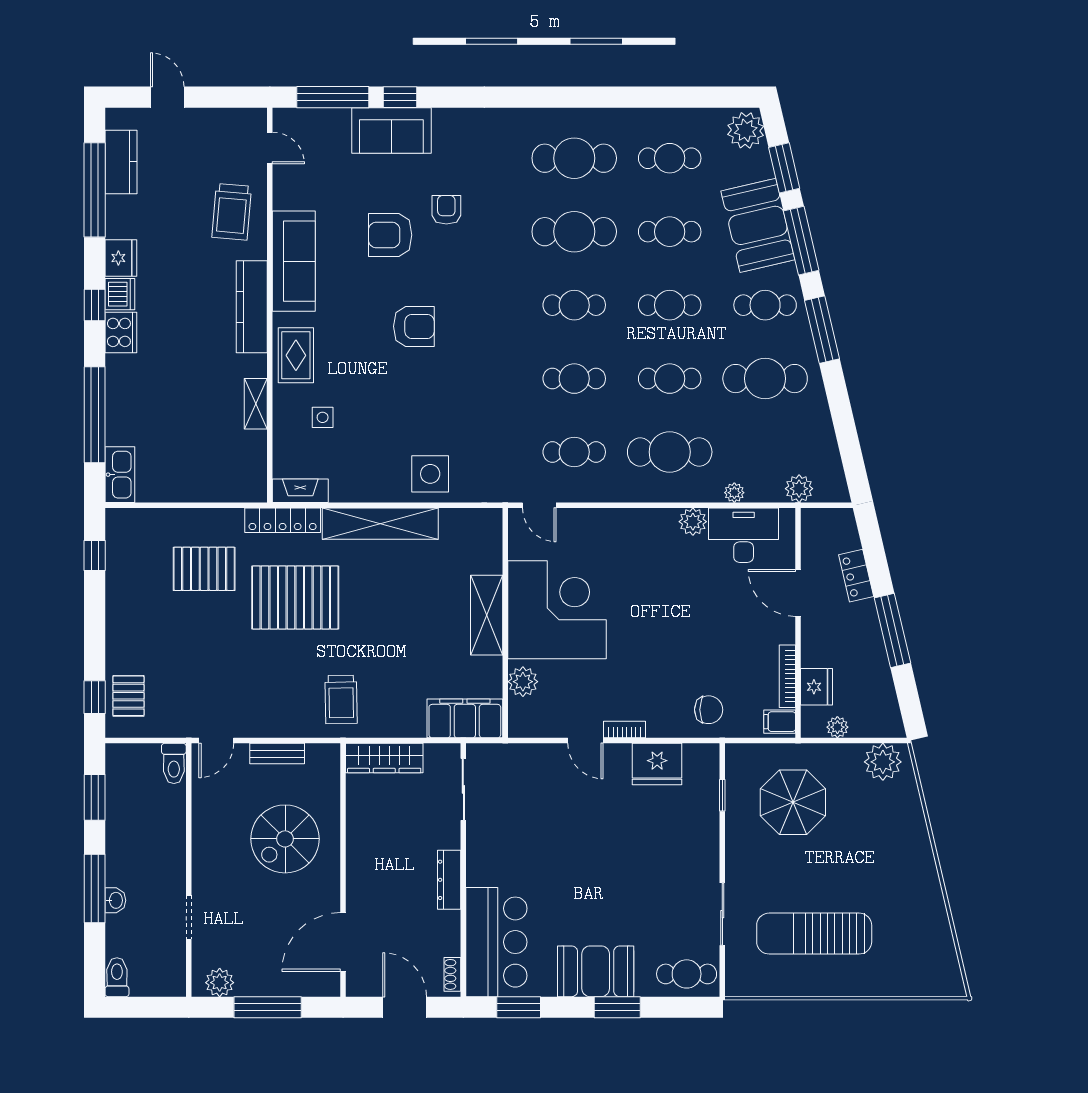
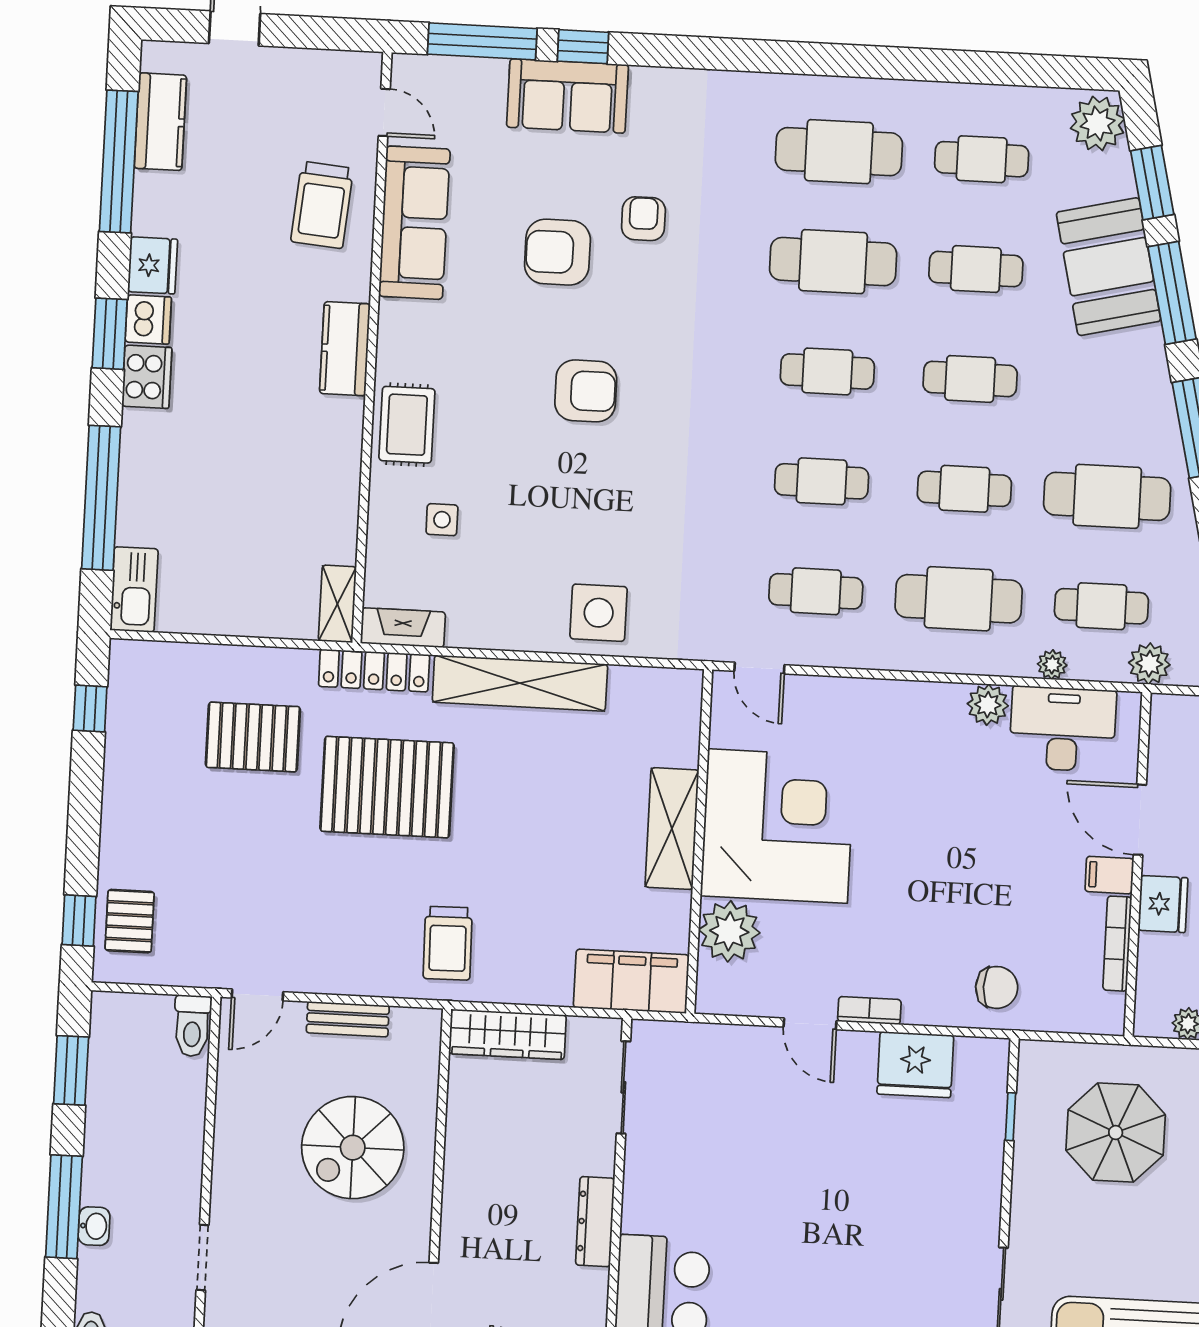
sofa: (294, 261) -> (414, 223), moved
window: (95, 305) -> (110, 334), width x1.50
cafe table: (765, 305) -> (1101, 606), moved
kitchen counter: (252, 307) -> (345, 349), width x0.67
shelving: (256, 404) -> (337, 604), moved
plant: (523, 682) -> (729, 931), width x1.36, depth x1.36
fridge: (817, 687) -> (1163, 904), moved
filing cabinet: (780, 722) -> (1109, 875), moved

